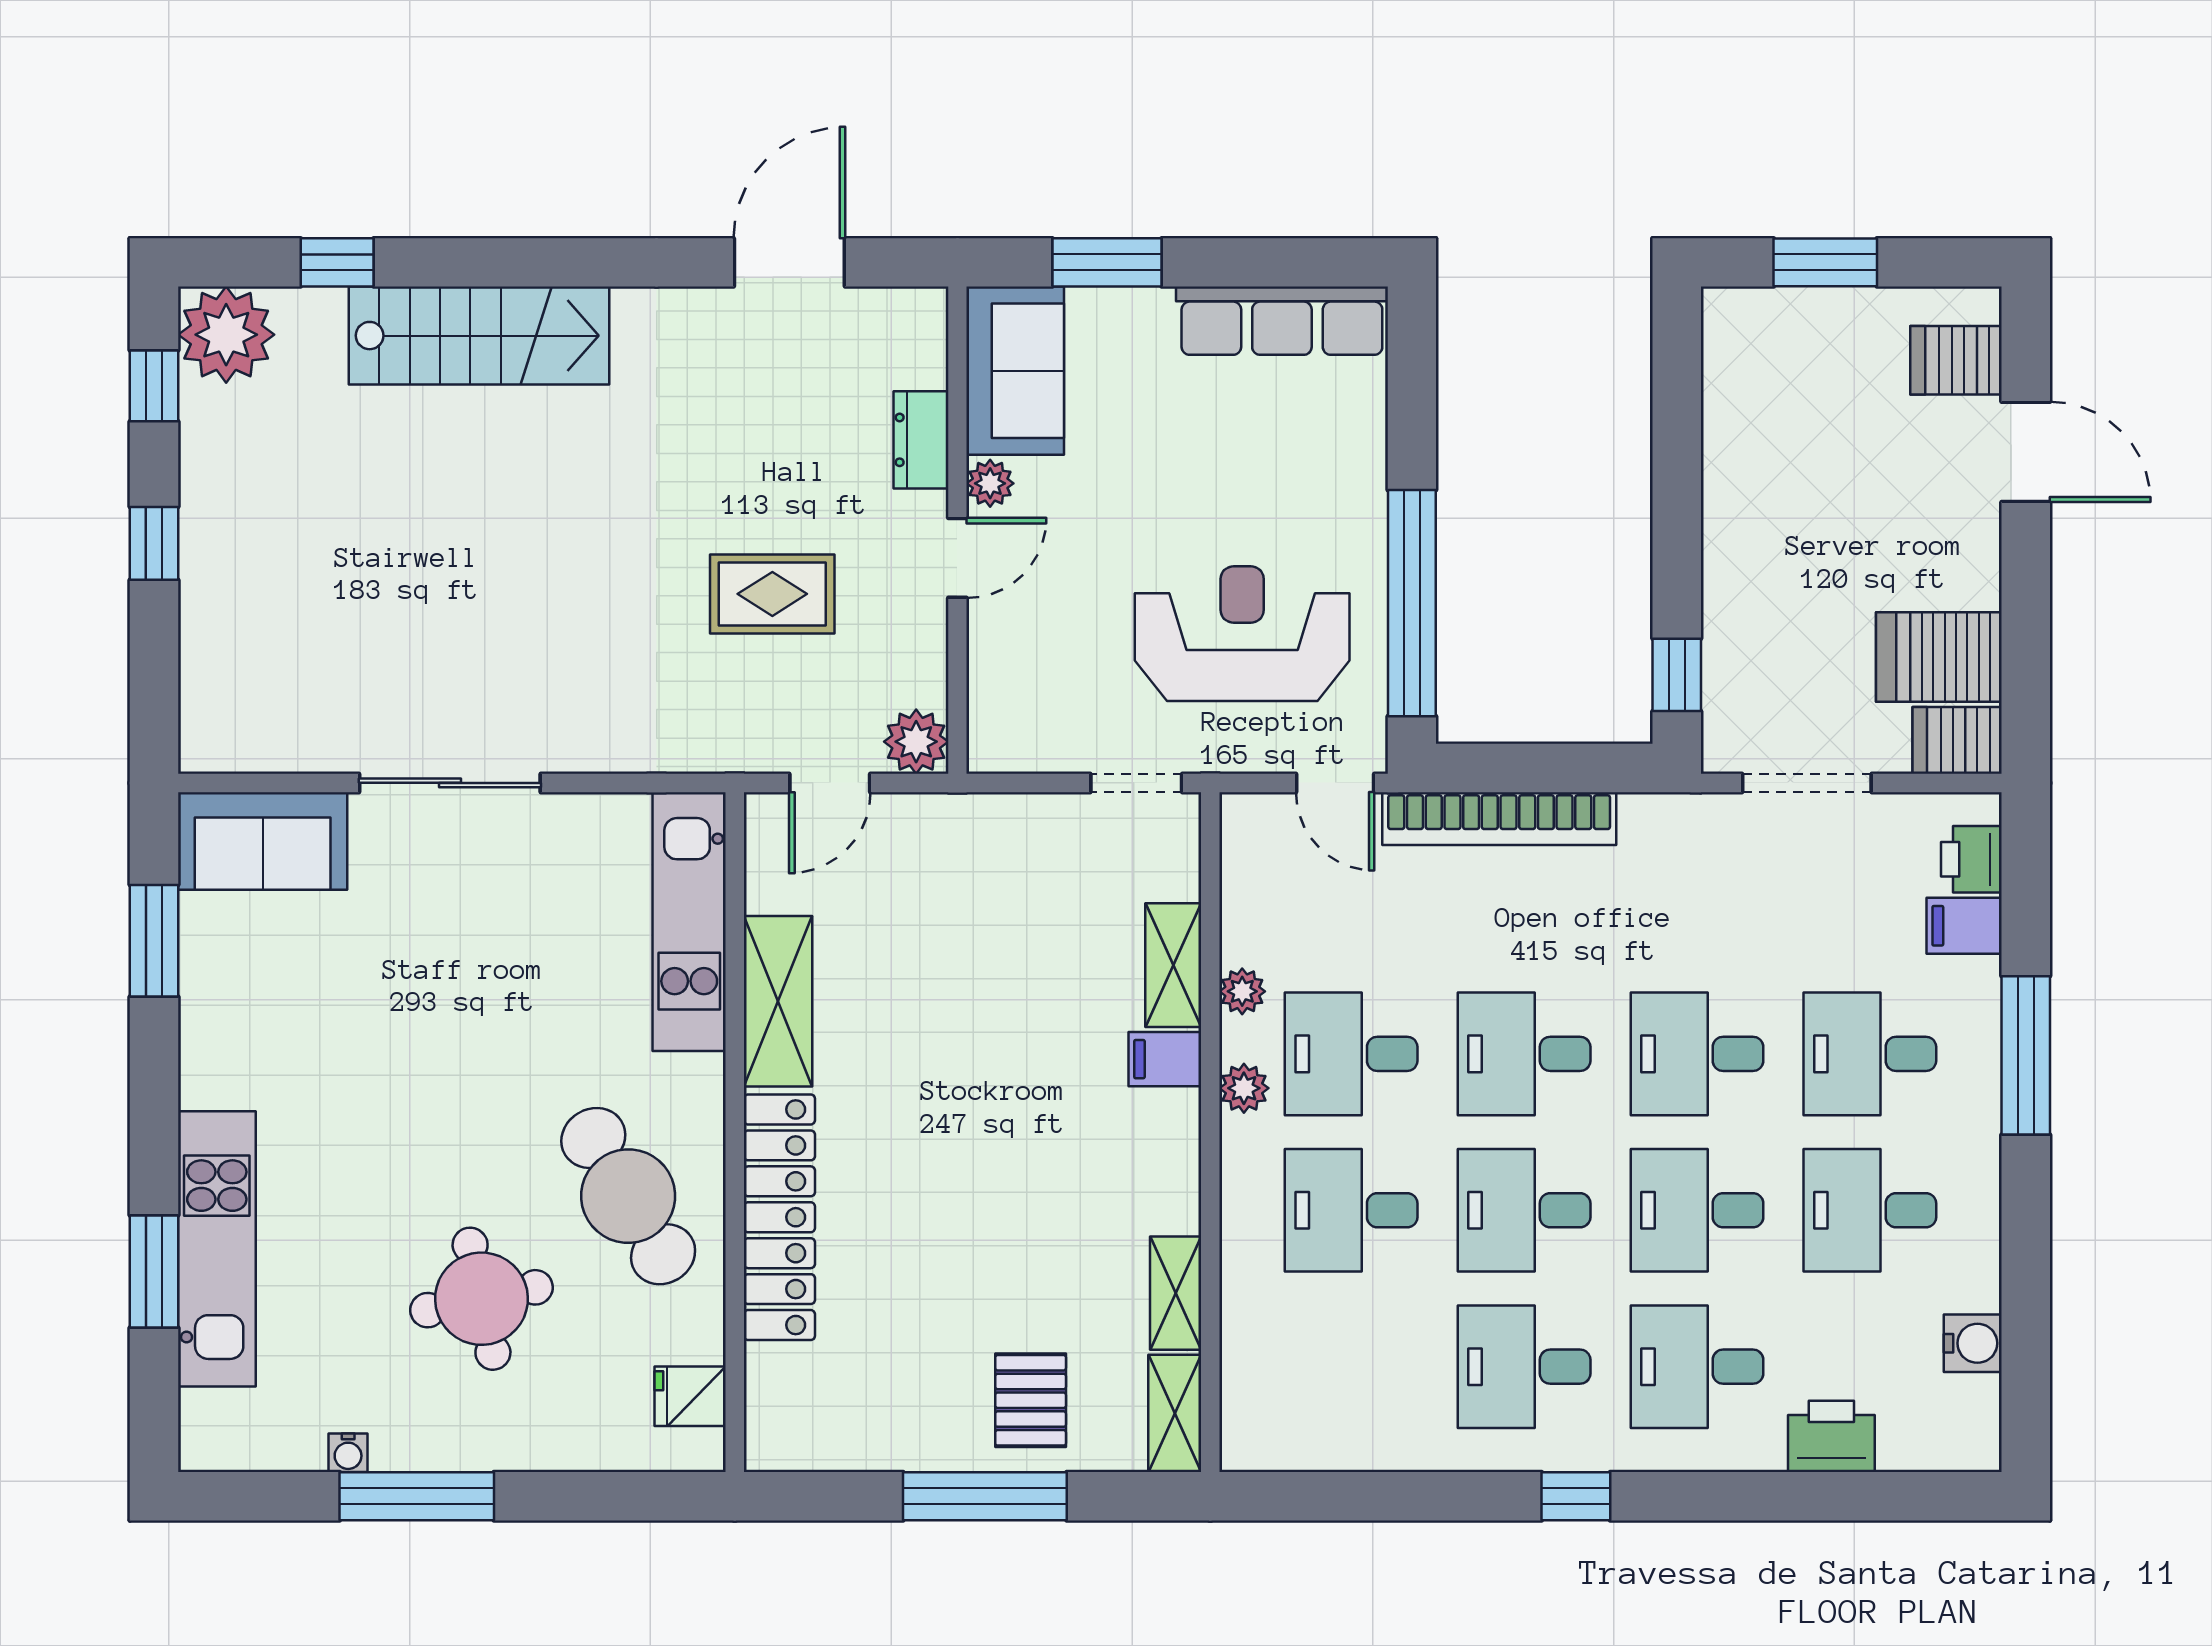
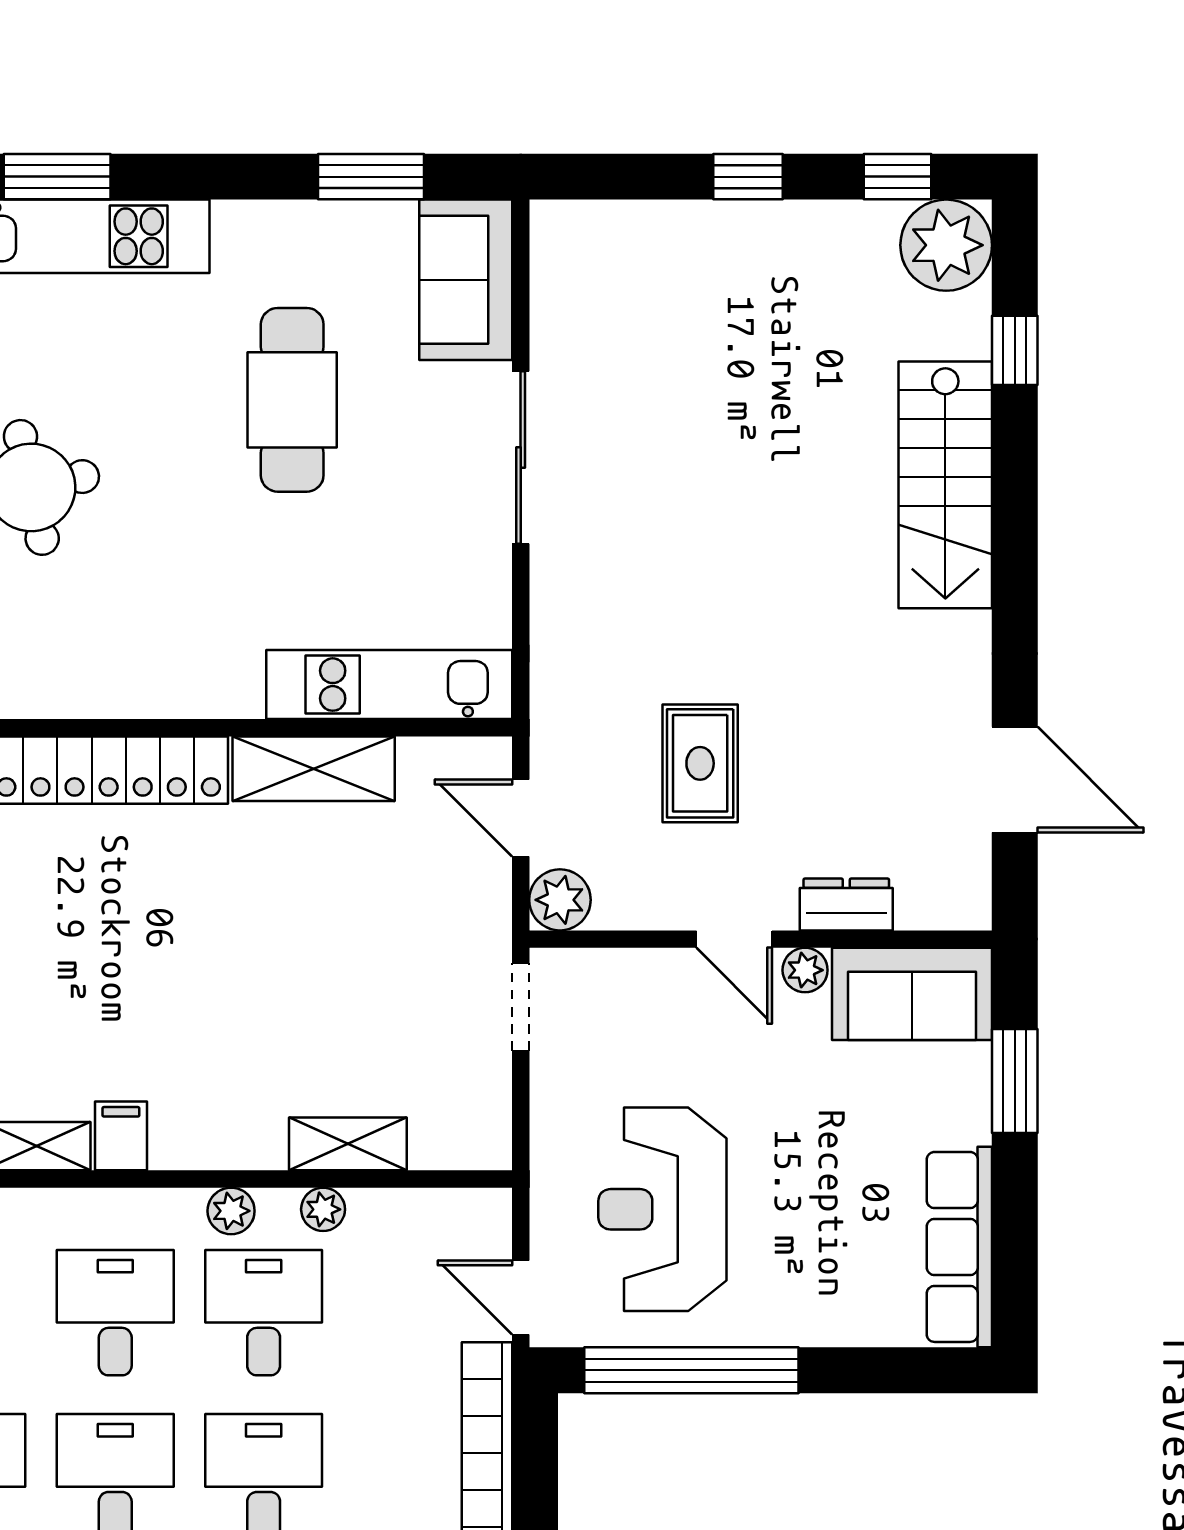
reception desk: (1242, 634) -> (662, 1209), turned 180
doorway: (1136, 783) -> (521, 1007), moved
door: (1335, 783) -> (521, 1297), hinge flipped
filing cabinet: (1165, 1059) -> (121, 1136), moved
cafe table: (628, 1196) -> (292, 400), moved, turned -59

